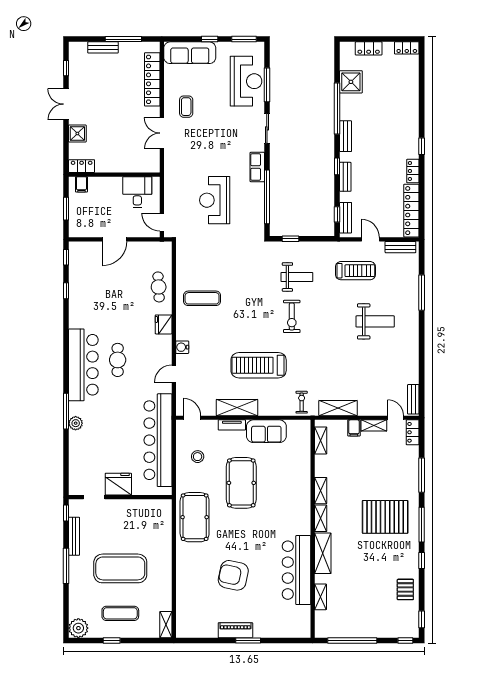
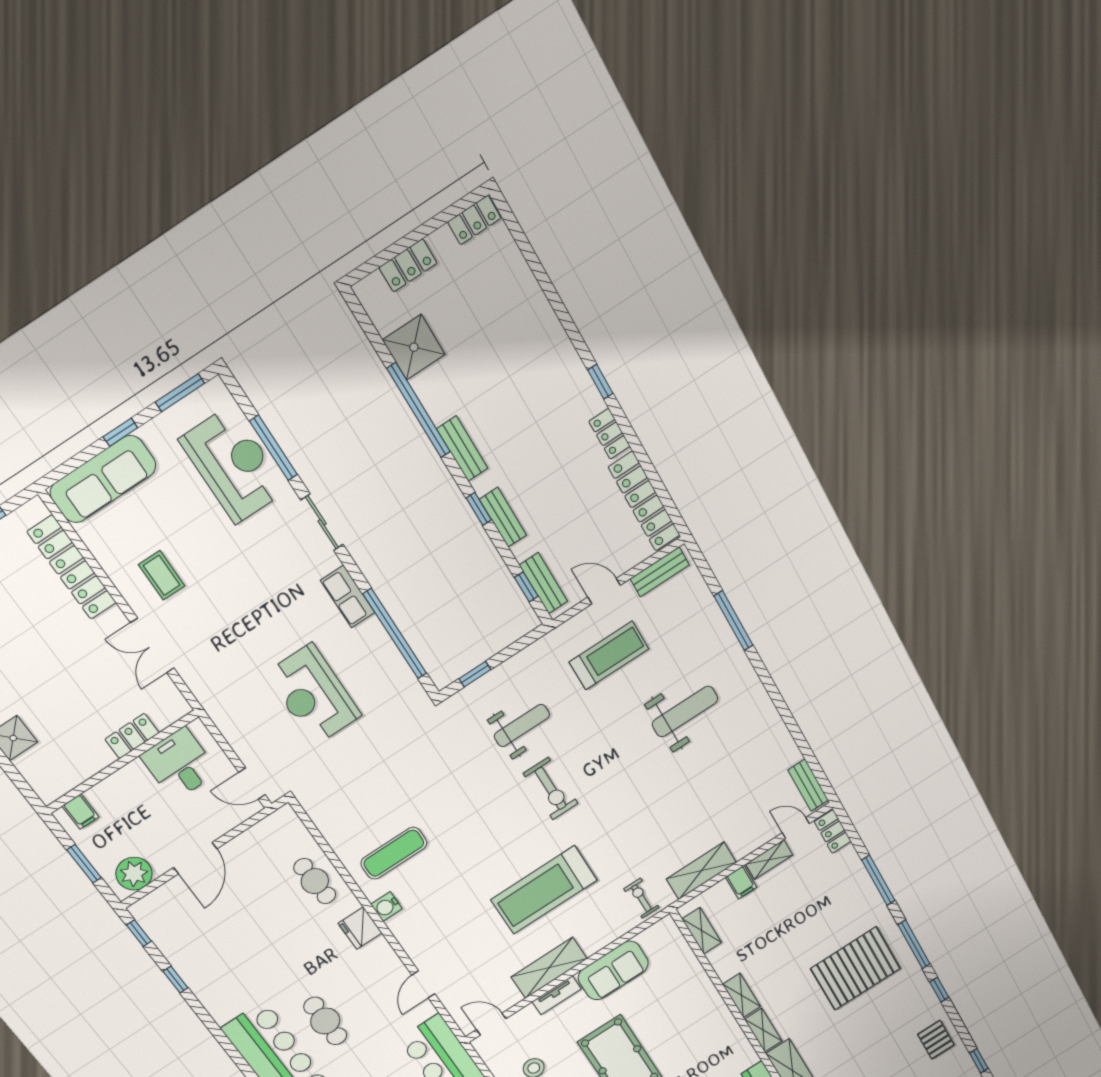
locker: (82, 166) -> (132, 736), moved
plant: (84, 228) -> (134, 874), added
water cooler: (182, 347) -> (386, 907), moved

